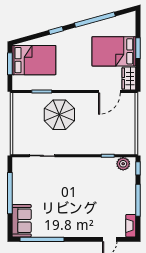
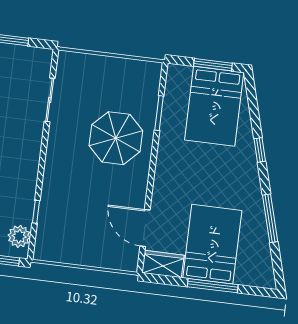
window: (95, 20) -> (270, 218), width x0.68
window: (138, 48) -> (213, 286), width x1.44

